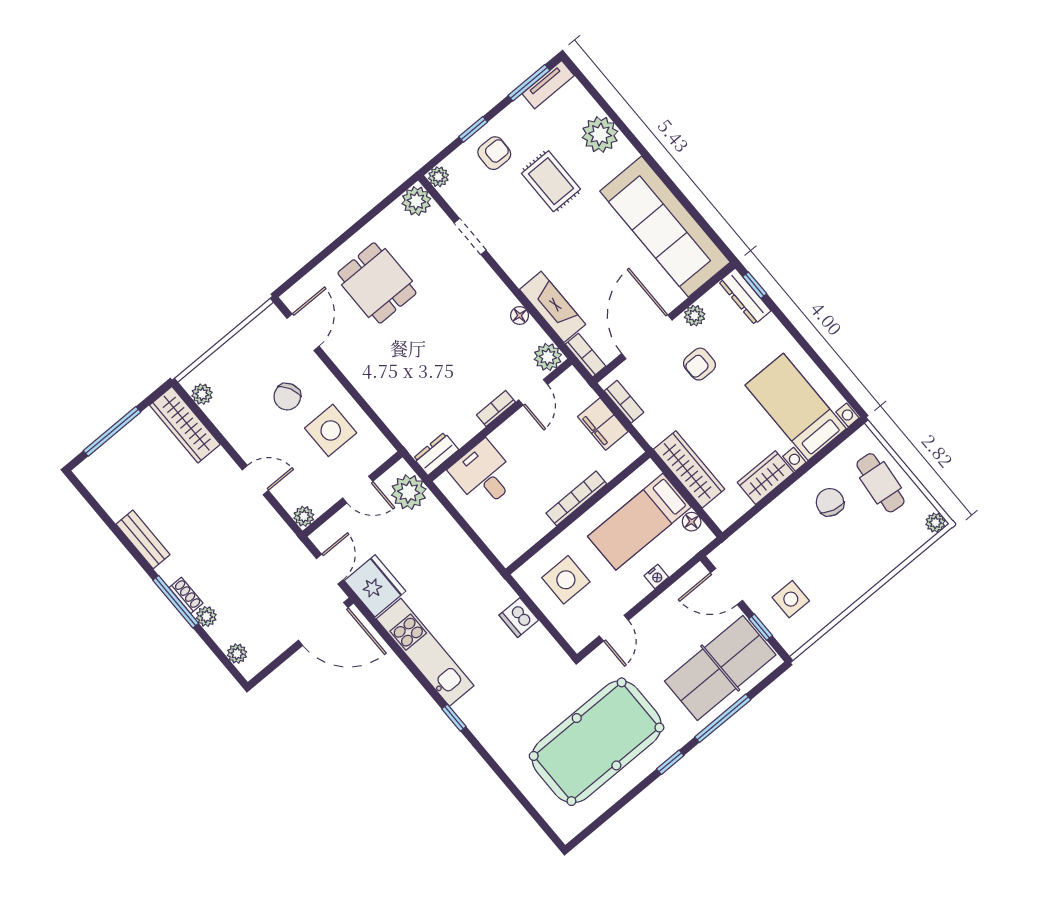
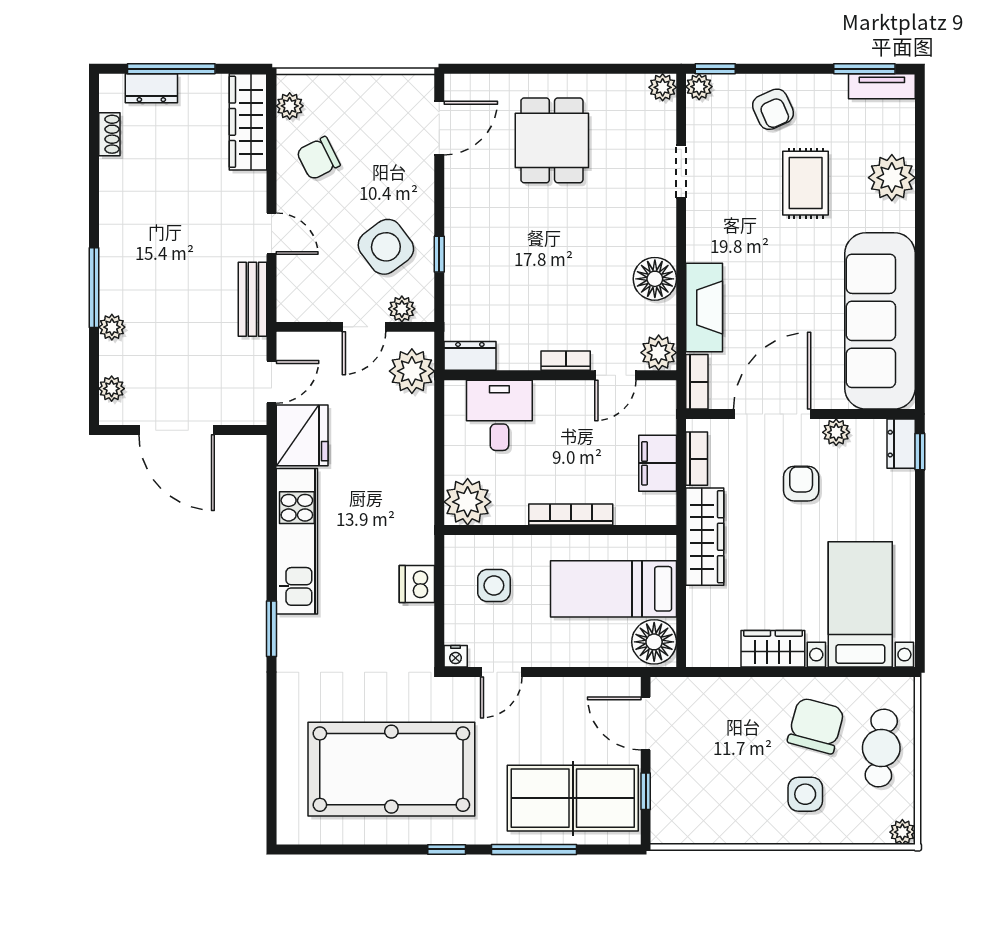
window: (473, 129) -> (715, 69), moved
armchair: (494, 153) -> (773, 109), turned 65
plant: (416, 201) -> (663, 87), width x0.73, depth x0.73
dresser: (745, 296) -> (901, 444), width x0.70
floor lamp: (520, 315) -> (655, 279), width x1.89, depth x1.89
armchair: (699, 364) -> (801, 484), turned 90
chair: (287, 397) -> (318, 158), moved
window: (366, 408) -> (439, 254), added
side table: (331, 430) -> (386, 247), turned -37
dresser: (110, 453) -> (151, 88), added
wardrobe: (689, 469) -> (705, 537), moved
door: (358, 490) -> (364, 327), hinge flipped
chair: (830, 502) -> (816, 726), width x1.37, depth x1.37
plant: (304, 516) -> (402, 309), moved
floor lamp: (692, 522) -> (654, 642), width x1.89, depth x1.89
bench: (143, 539) -> (252, 299), moved
plant: (508, 543) -> (468, 502), added
nightstand: (656, 576) -> (456, 656), moved
side table: (566, 580) -> (494, 585), width x0.73, depth x0.73
shoe rack: (186, 595) -> (109, 134), moved
side table: (791, 599) -> (805, 794), moved
door: (323, 624) -> (177, 430), moved
window: (454, 718) -> (271, 629), width x1.50

